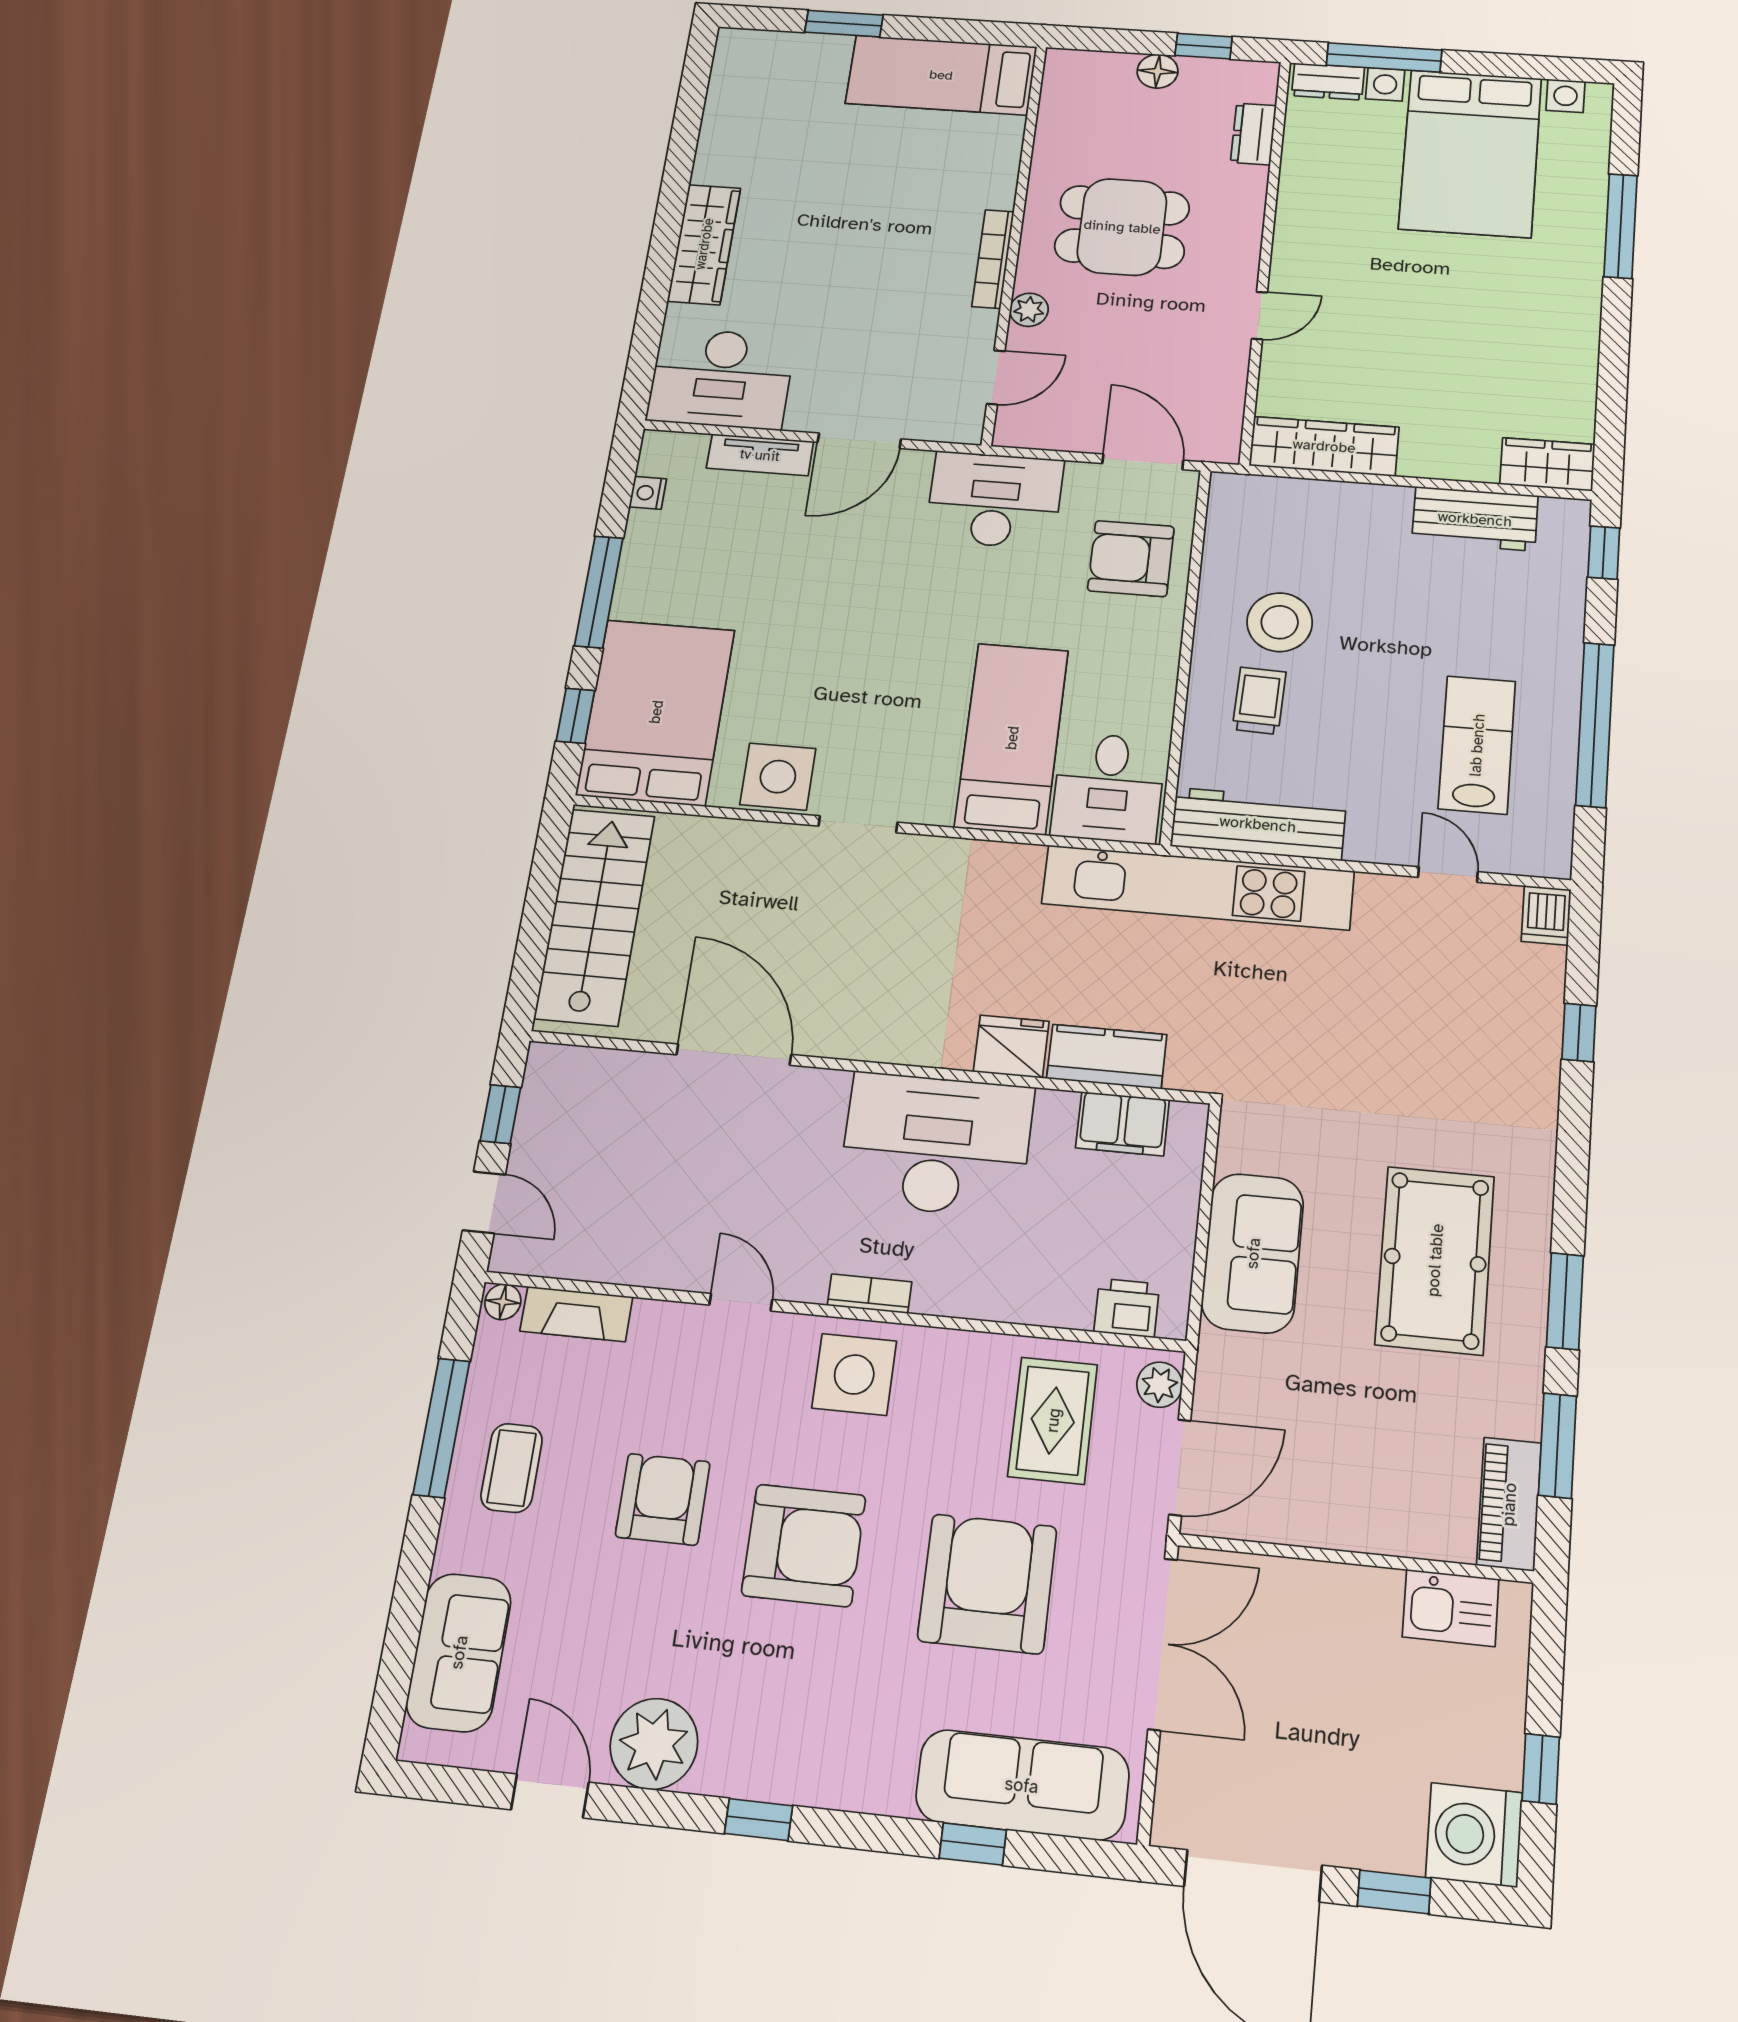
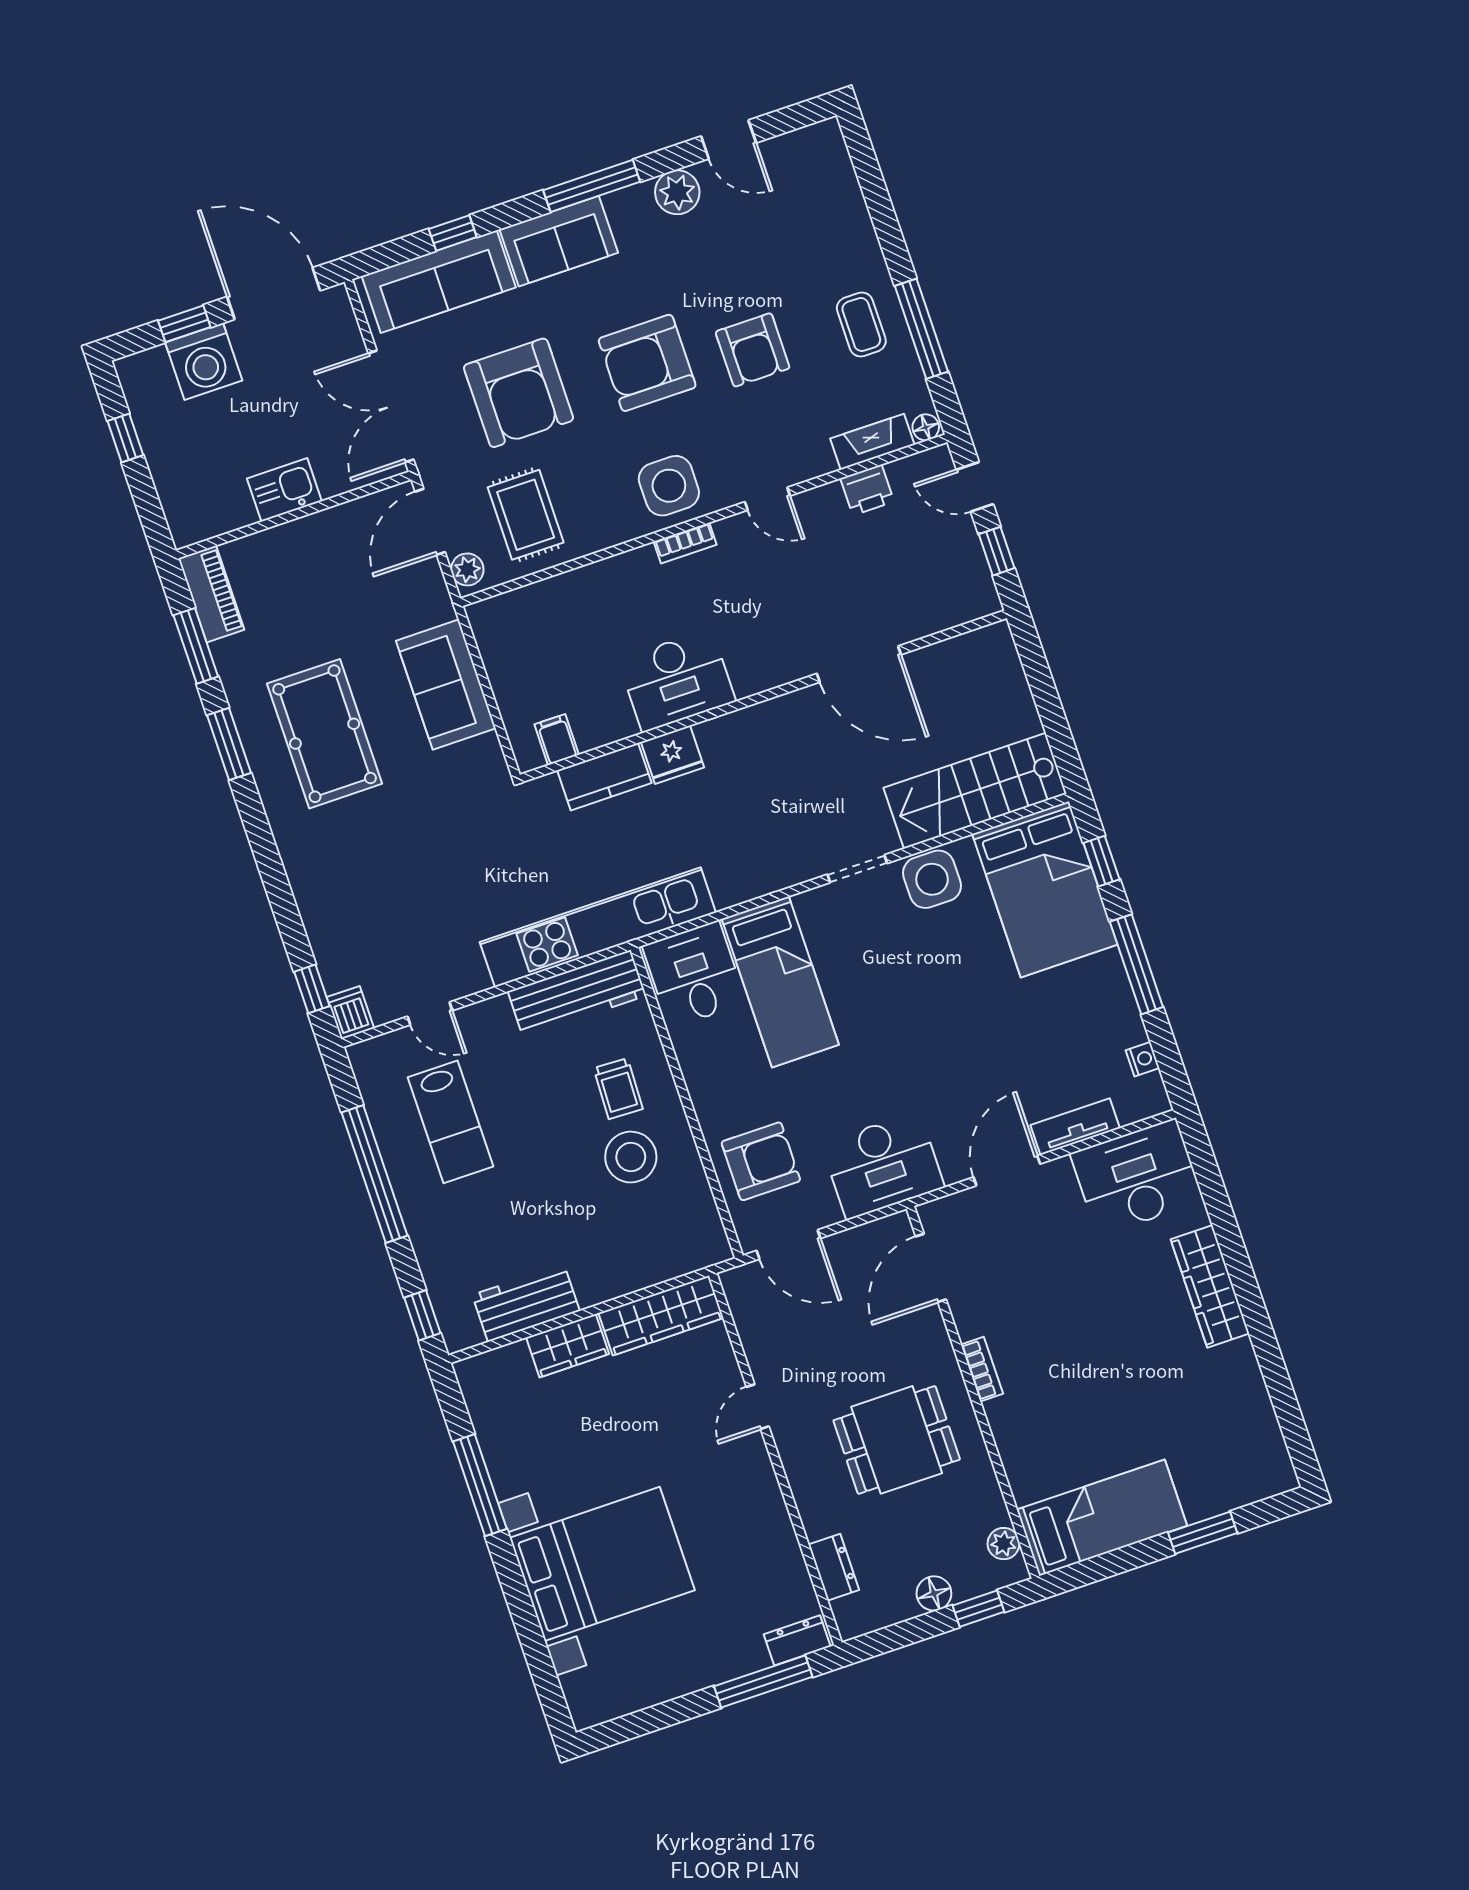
window: (1204, 46) -> (978, 1609), moved
bed with nightstands: (1470, 153) -> (602, 1564), moved, turned 90
window: (1621, 226) -> (480, 1485), moved
bookcase: (993, 259) -> (982, 1369), width x0.64
plant: (1029, 310) -> (1003, 1544), moved
door: (996, 377) -> (931, 1268), width x1.38
wardrobe: (1547, 464) -> (568, 1346), moved
stairs: (595, 917) -> (975, 791), moved, turned 90
window: (1579, 1033) -> (312, 989), moved
filing cabinet: (1122, 1124) -> (557, 740), width x0.50
desk: (936, 1145) -> (677, 680), width x0.73, depth x0.77
printer: (1127, 1308) -> (867, 490), moved
kitchen sink: (1451, 1608) -> (284, 490), moved
sofa: (459, 1652) -> (559, 241), moved, turned -90
plant: (654, 1744) -> (677, 192), width x0.73, depth x0.73
window: (759, 1820) -> (592, 186), width x2.17
washing machine: (1474, 1835) -> (204, 361), moved, turned 90

